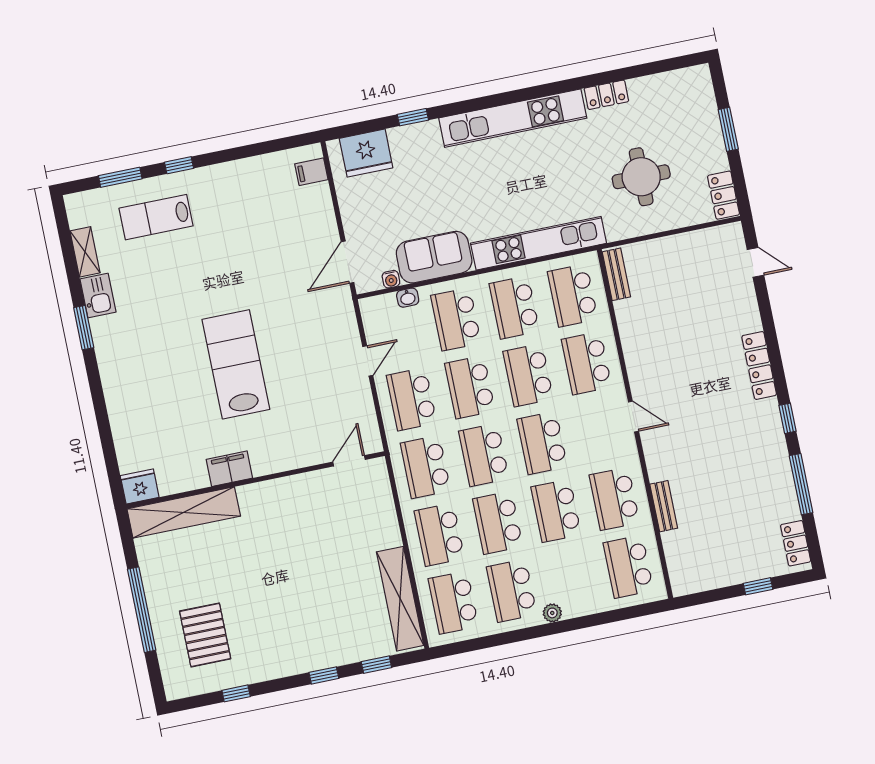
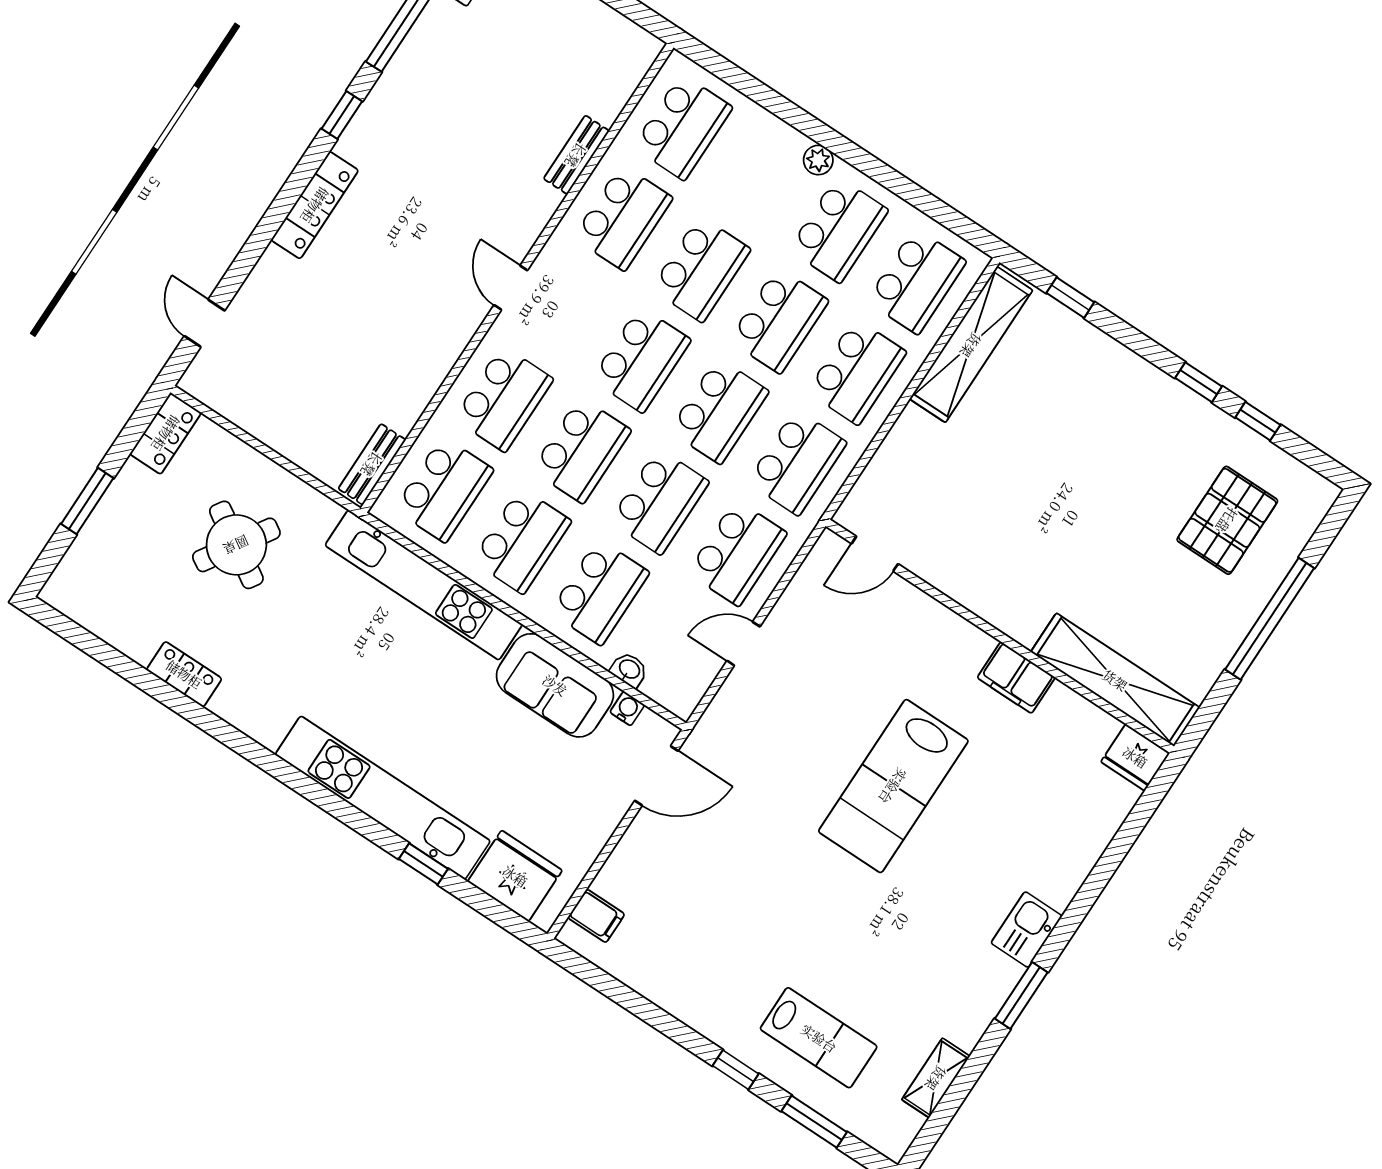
kitchen unit: (513, 118) -> (383, 798), moved
round table: (641, 177) -> (236, 545), turned 32
kitchen sink: (98, 296) -> (1027, 930), moved
window: (324, 675) -> (1199, 382), moved

